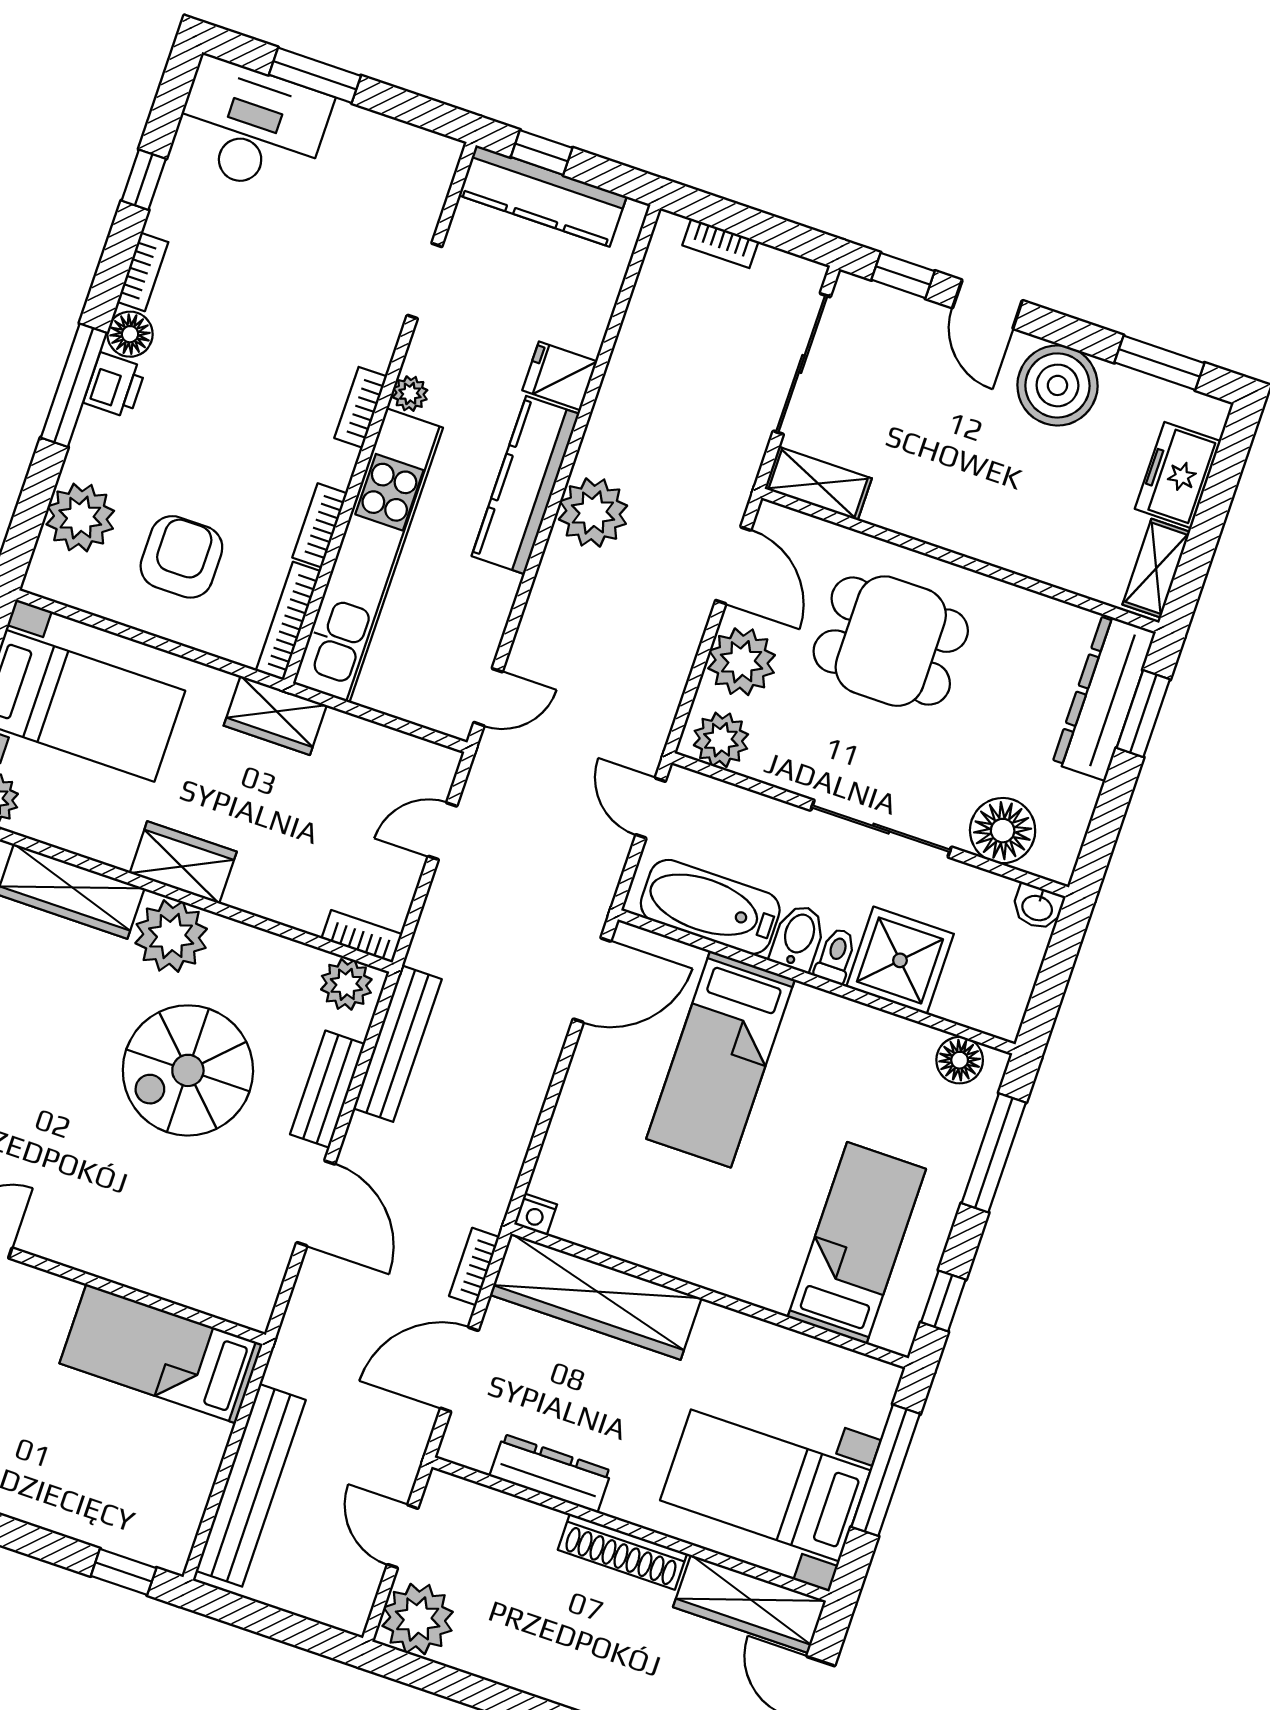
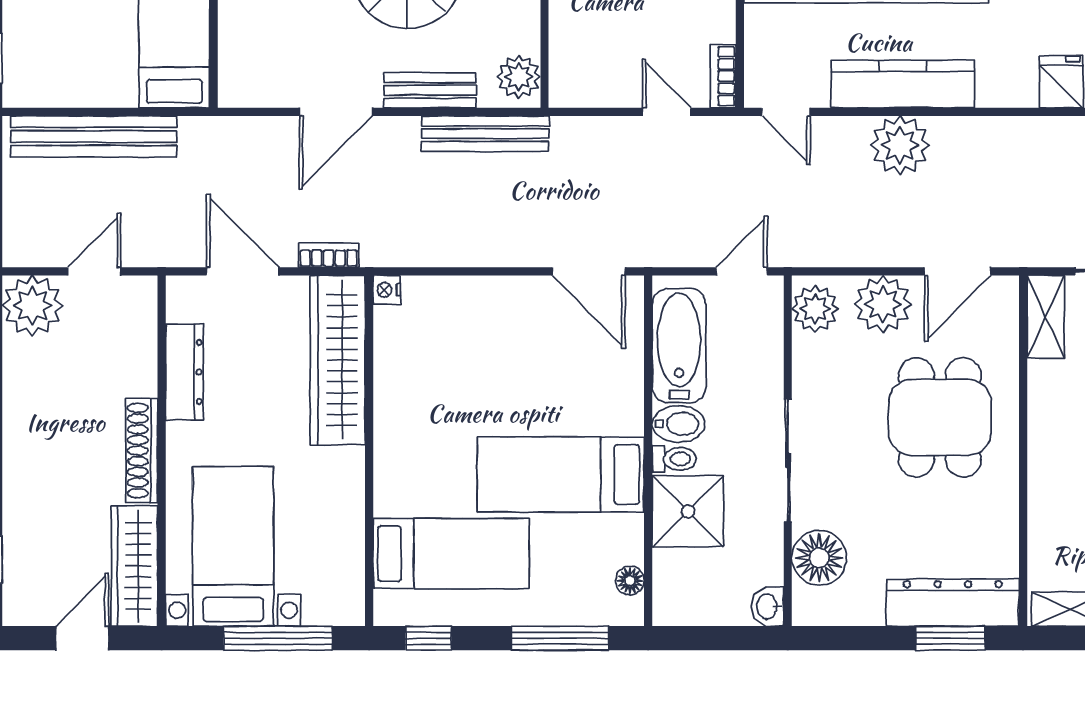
kitchen counter: (526, 485) -> (903, 84), moved
plant: (593, 513) -> (900, 145), moved
bookcase: (362, 936) -> (723, 76), moved, turned 180
bed: (721, 1059) -> (561, 474), moved
floor lamp: (960, 1060) -> (630, 581), width x0.73, depth x0.73

